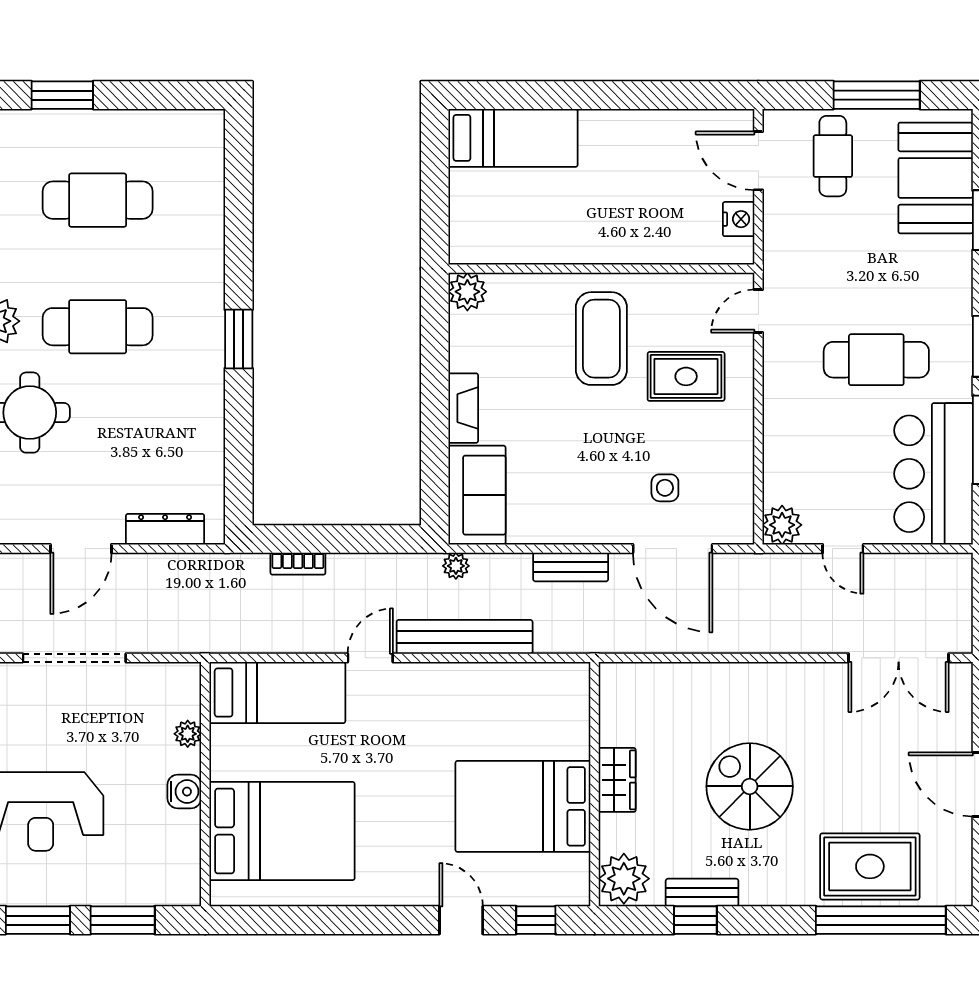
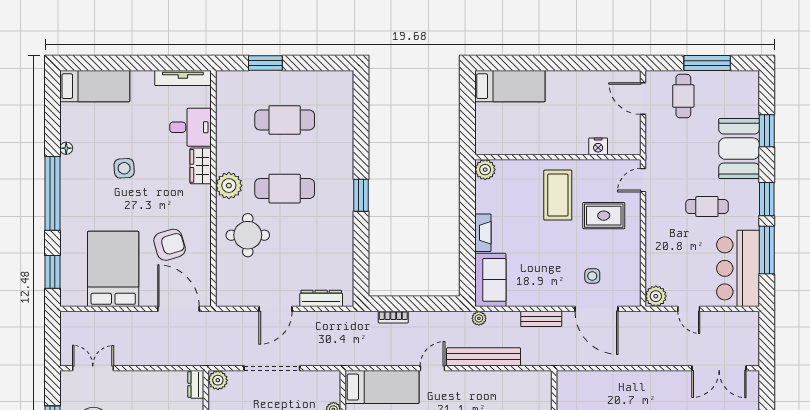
booth: (936, 178) -> (739, 149), moved
nightstand: (739, 219) -> (598, 146), moved, turned 90
cafe table: (876, 360) -> (707, 206), width x0.73, depth x0.74

